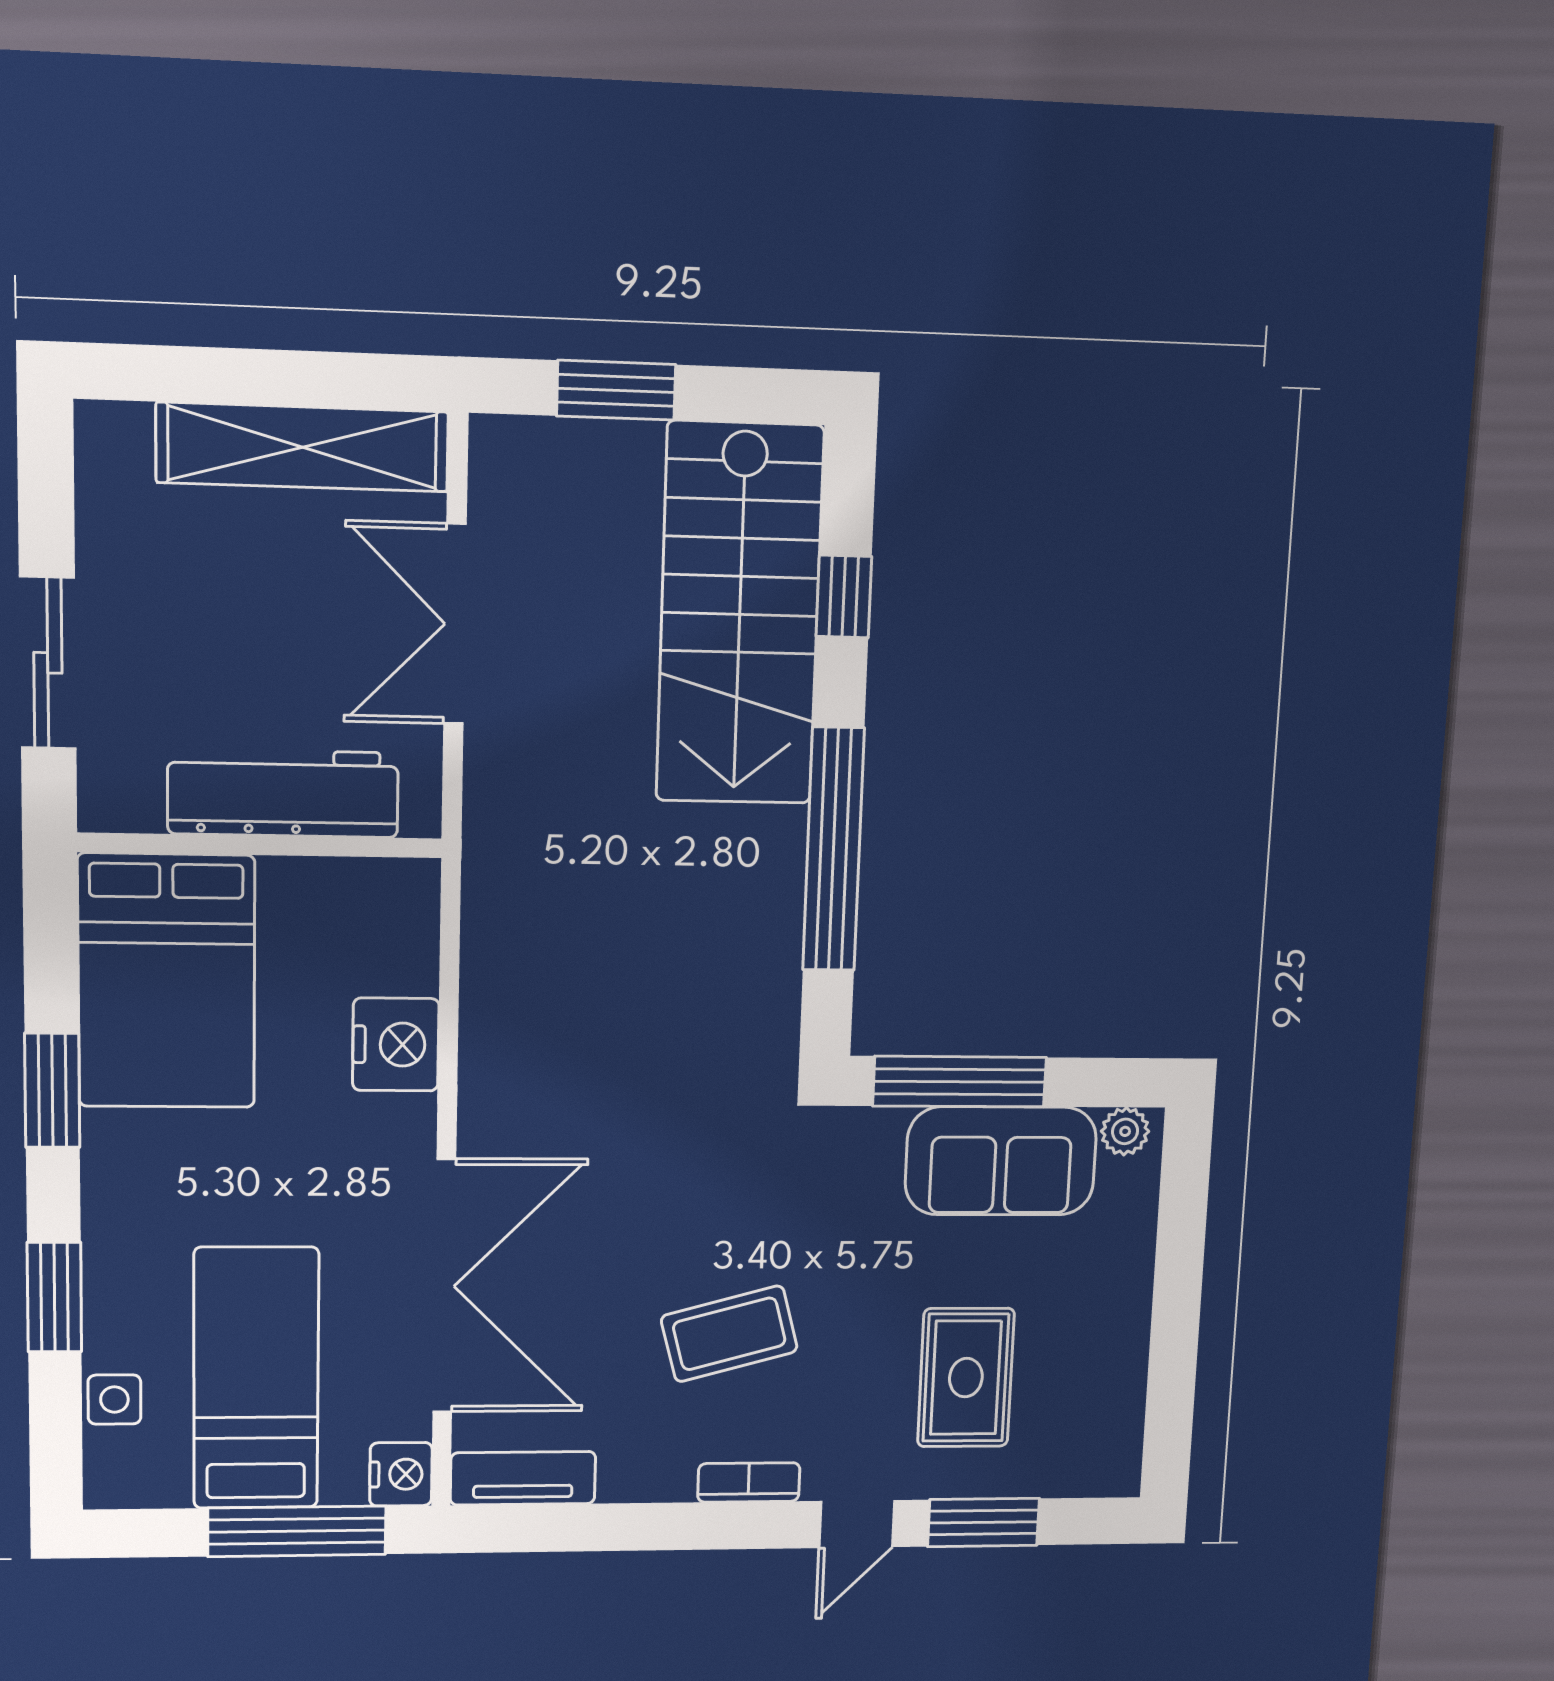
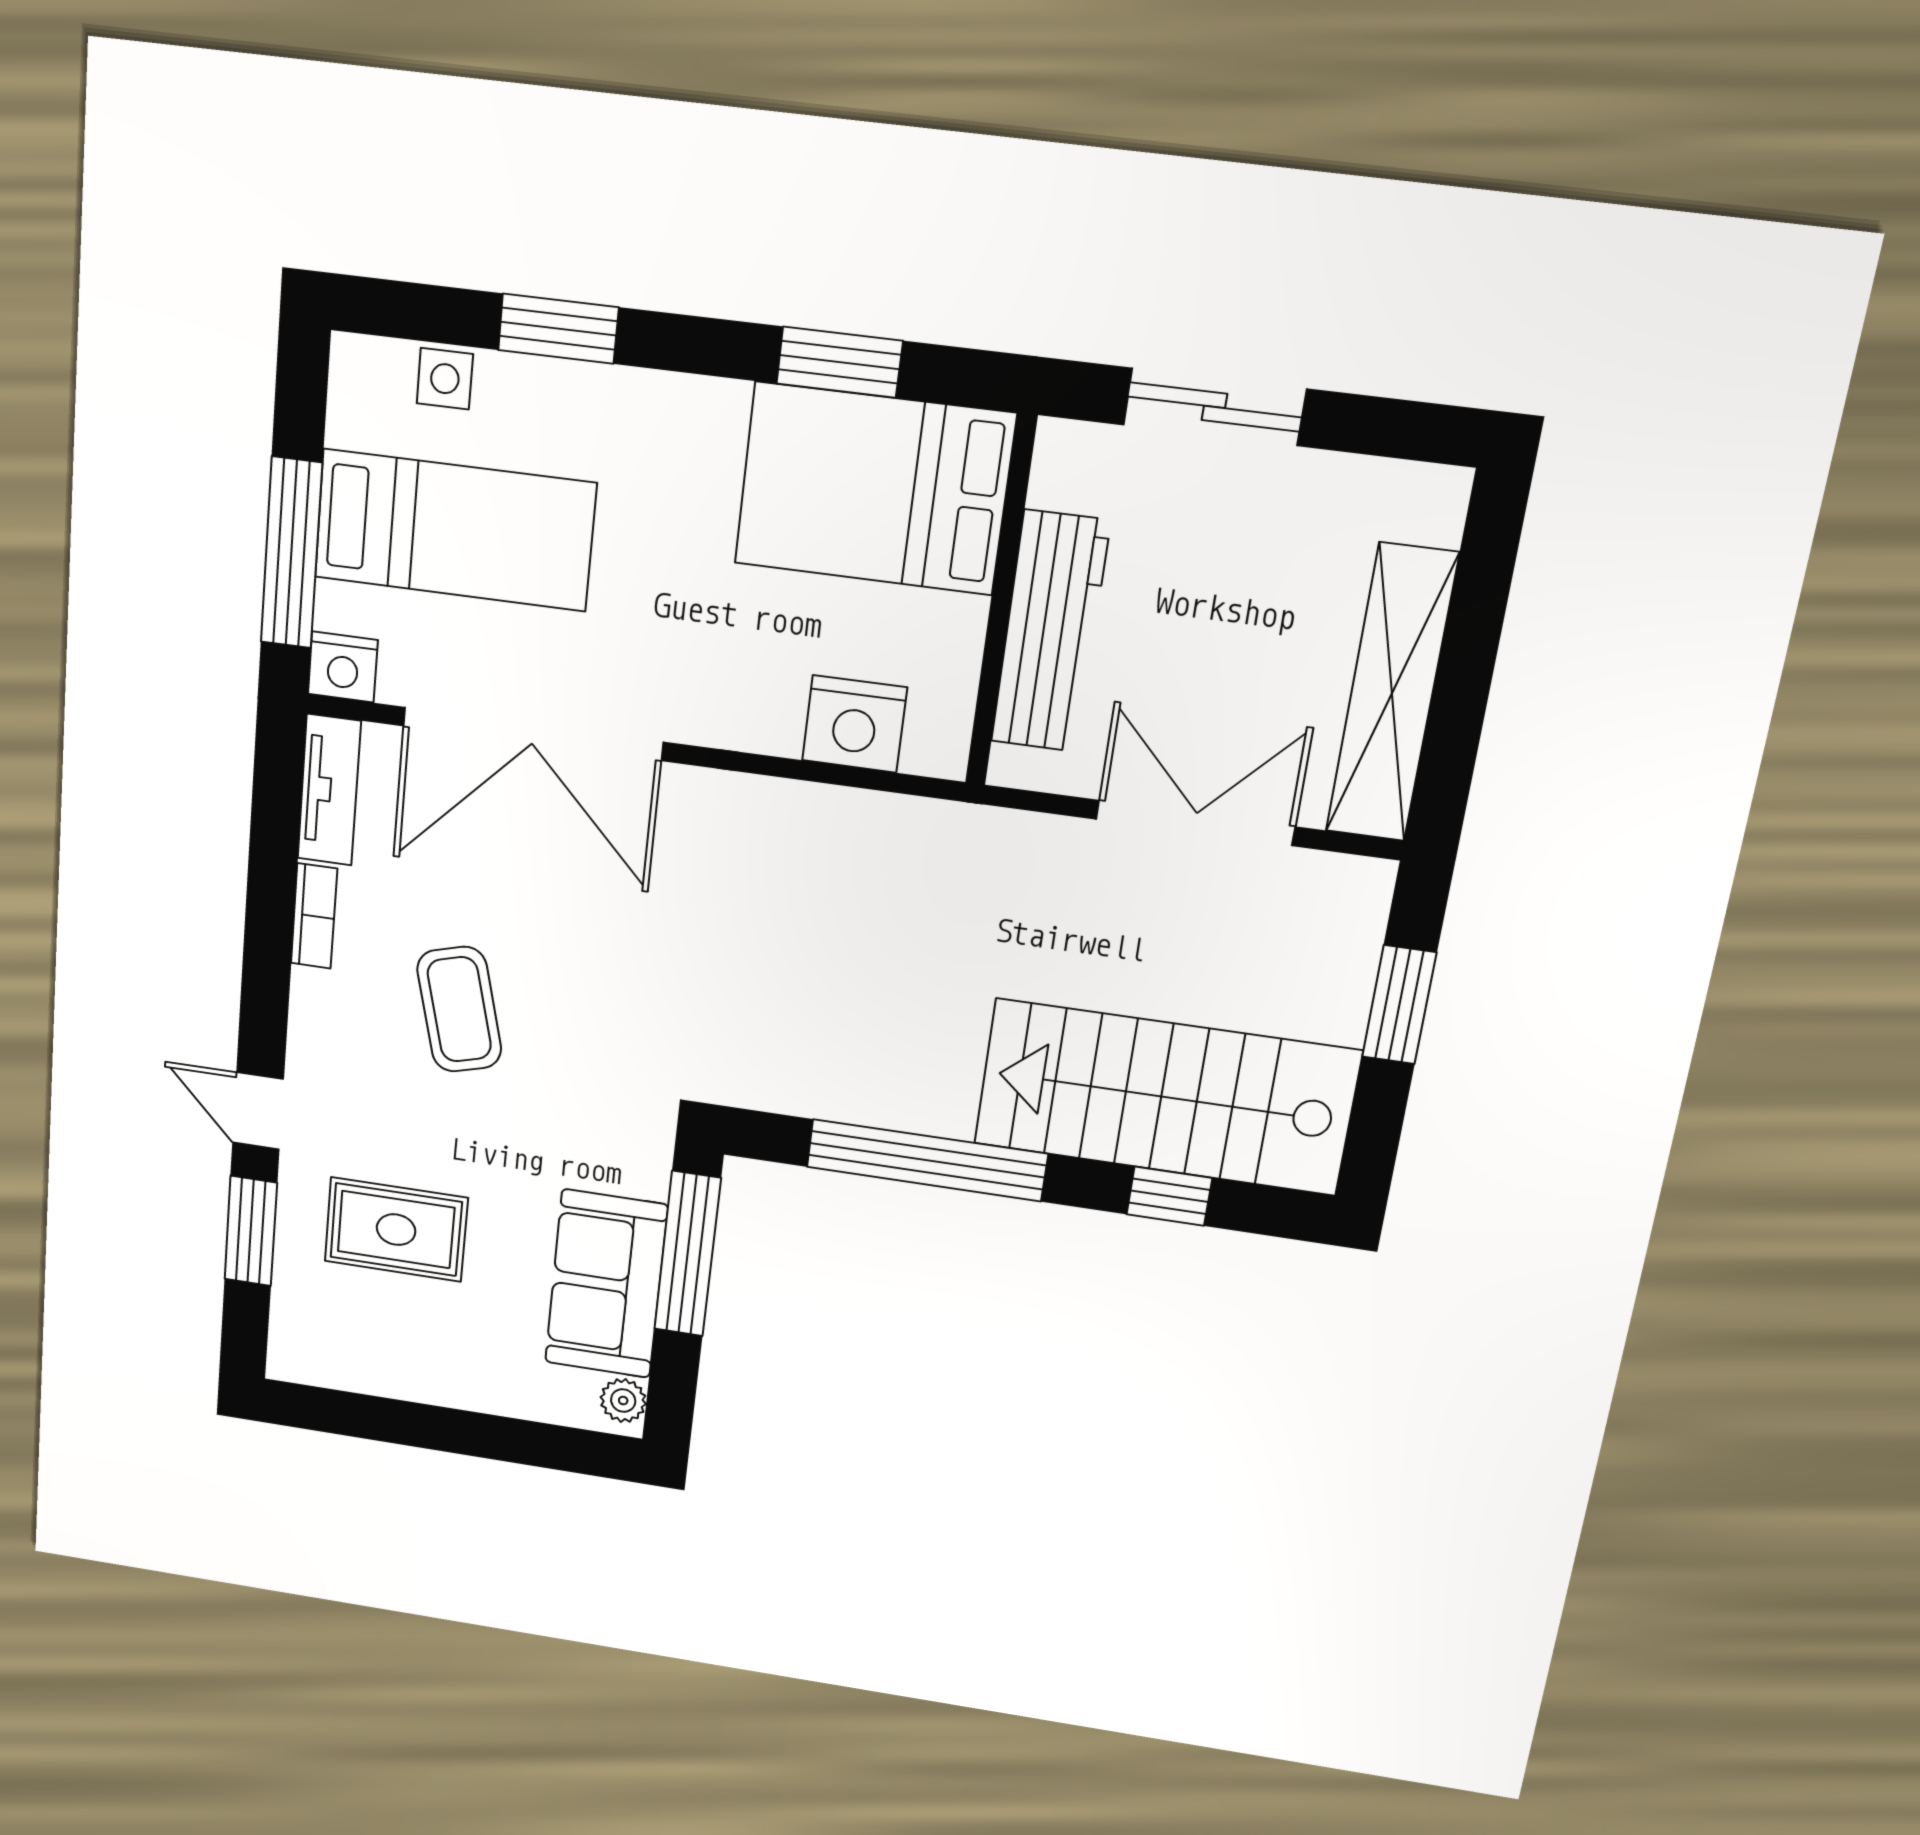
nightstand: (396, 1045) -> (855, 724), moved
window: (52, 1090) -> (840, 362), moved
bookcase: (749, 1482) -> (314, 916), moved

